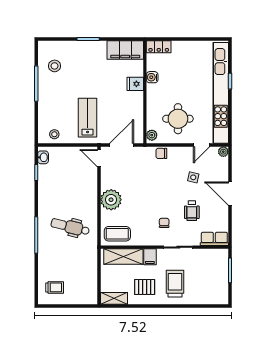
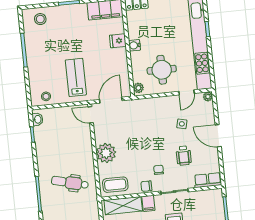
stool: (55, 66) -> (40, 19), moved
water cooler: (152, 77) -> (134, 45), moved
chair: (161, 153) -> (146, 186), moved

